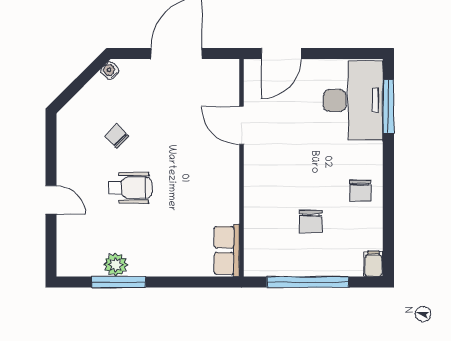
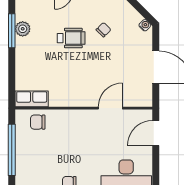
door: (281, 53) -> (156, 133), hinge flipped
wheelchair: (130, 188) -> (71, 38), turned -90
chair: (311, 222) -> (38, 122), moved

